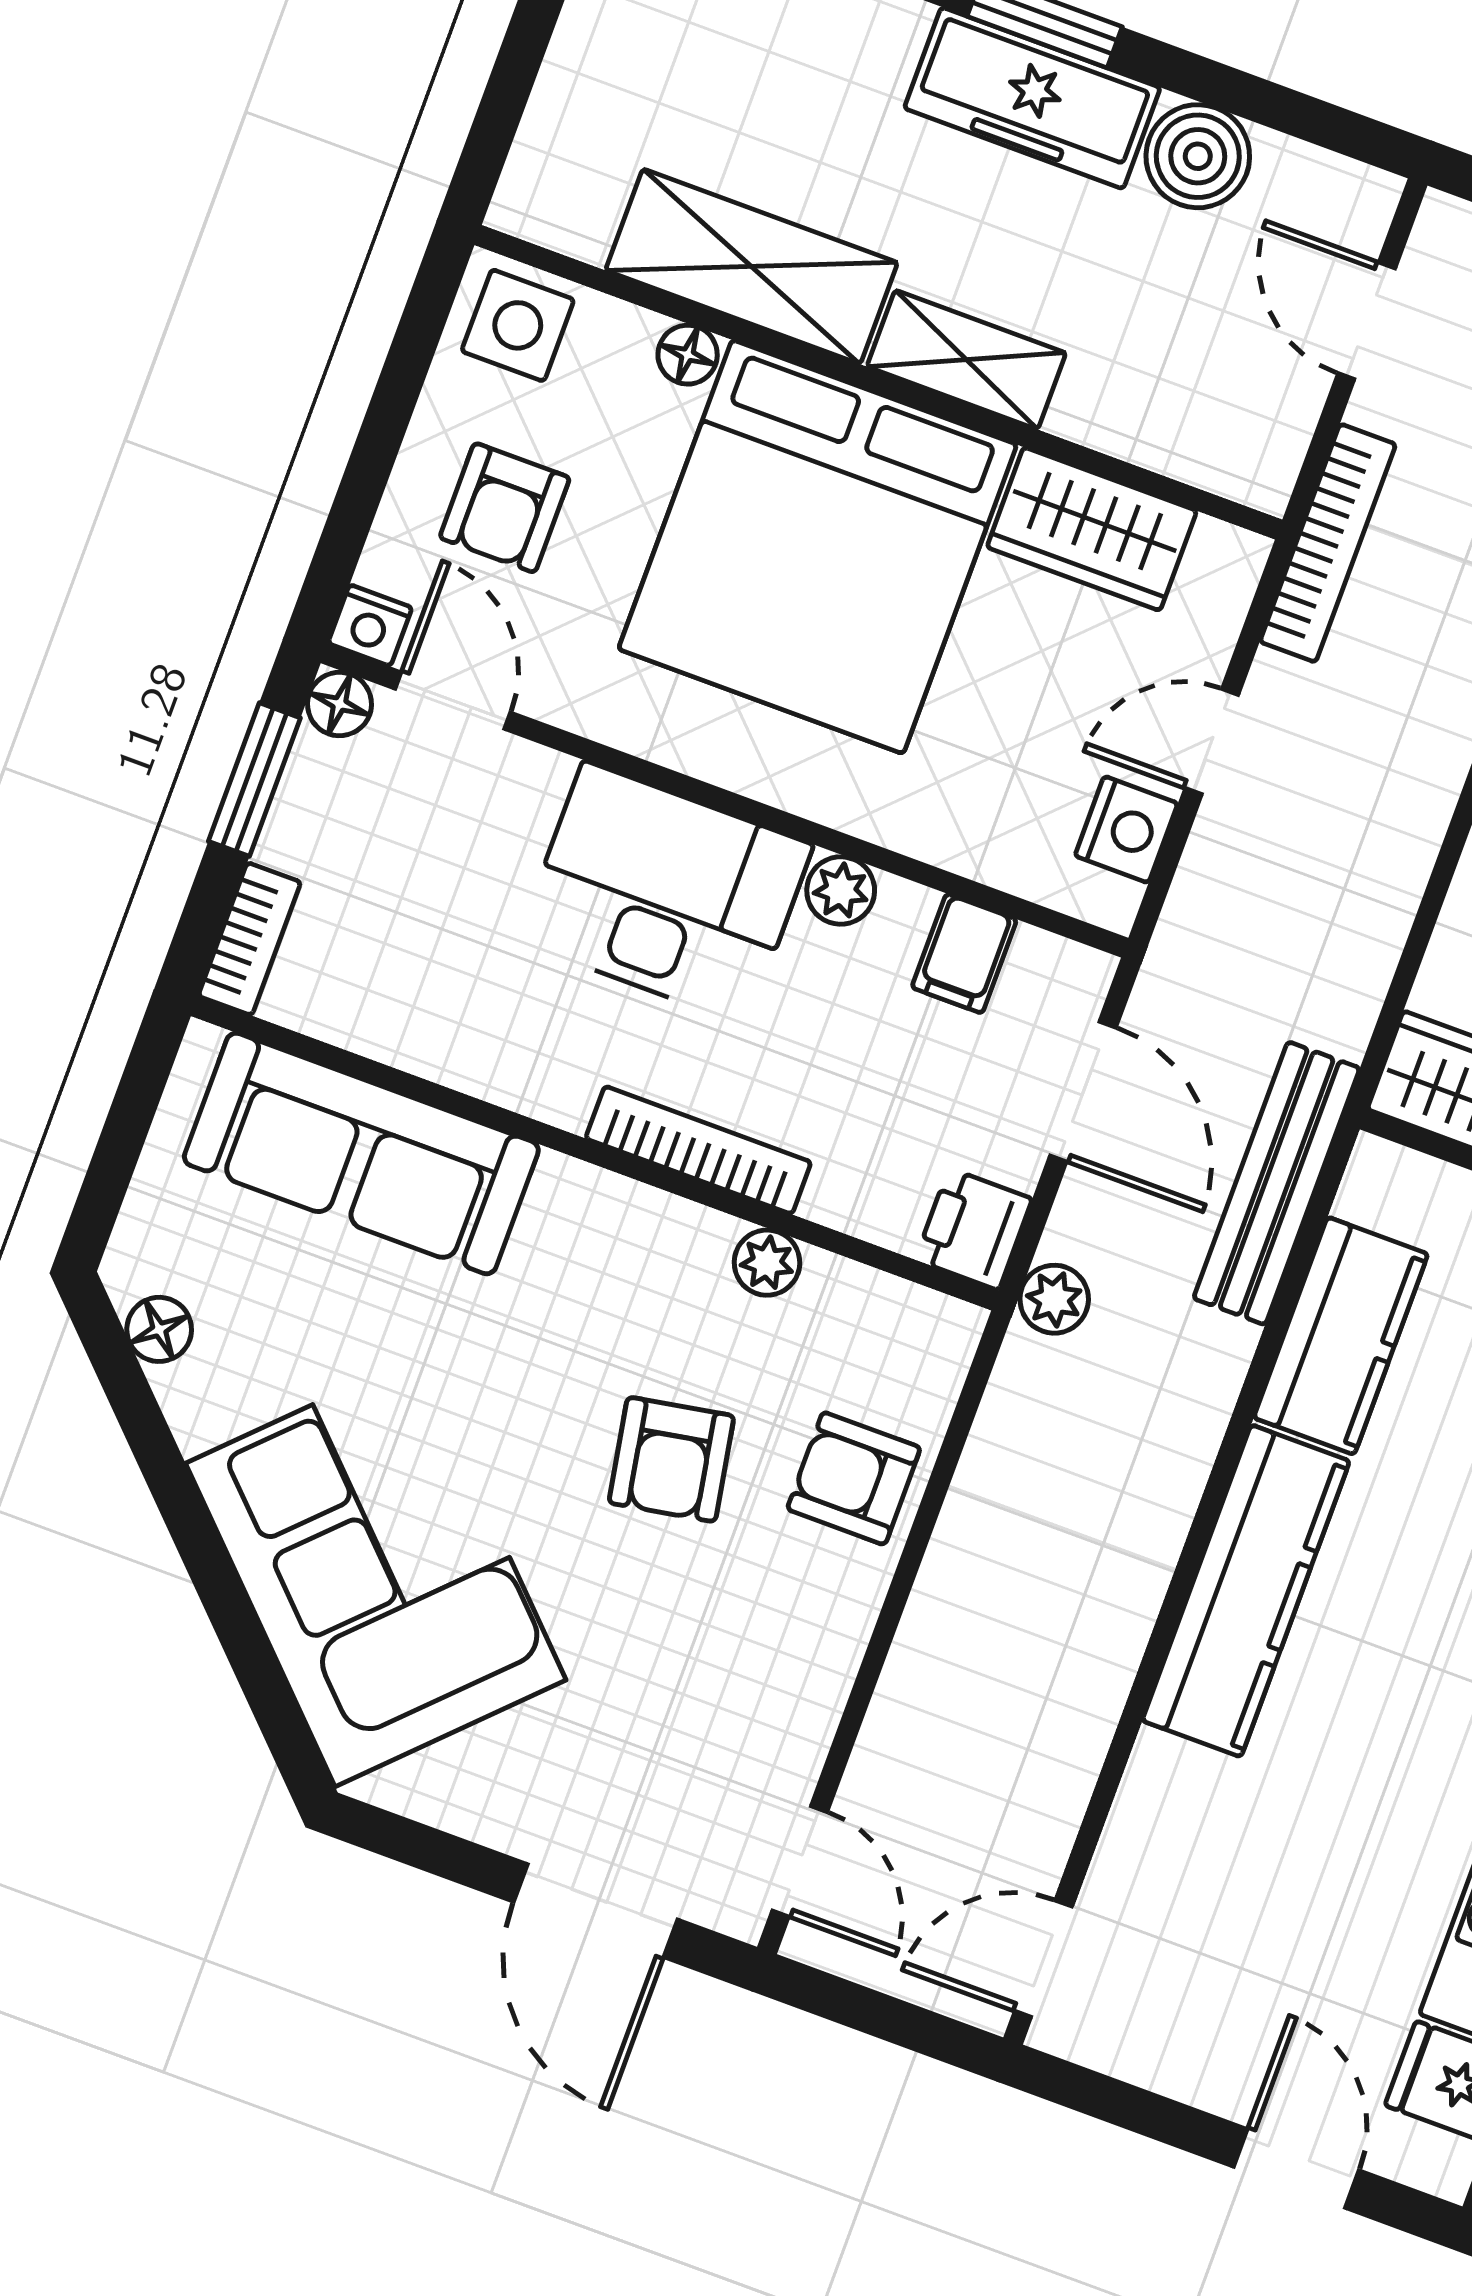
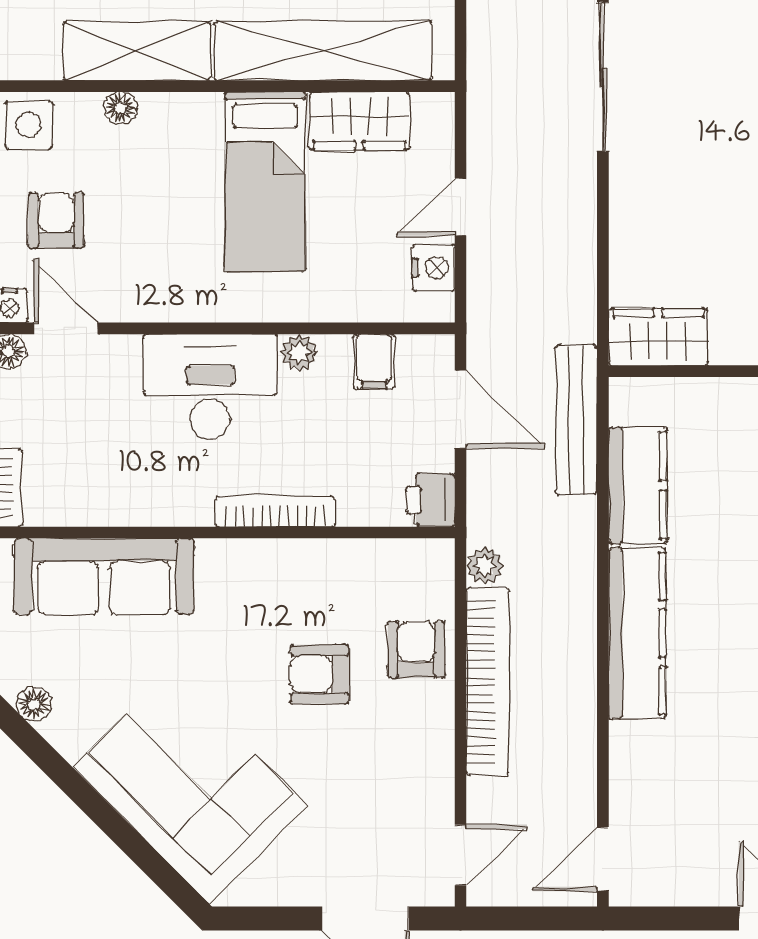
shelving: (966, 360) -> (323, 51), width x2.20, depth x1.33
armchair: (505, 508) -> (56, 220), turned 180
bookcase: (1328, 543) -> (487, 682), moved, width x1.48, depth x1.31
bed: (818, 547) -> (265, 182), width x0.49
plant: (767, 1263) -> (331, 556), removed
plant: (1054, 1299) -> (485, 566), moved
armchair: (671, 1459) -> (320, 674), turned 100
armchair: (854, 1478) -> (416, 650), turned 90
door: (800, 1861) -> (460, 855), hinge flipped

